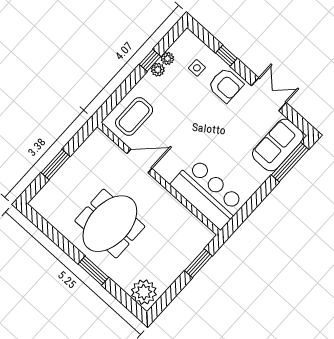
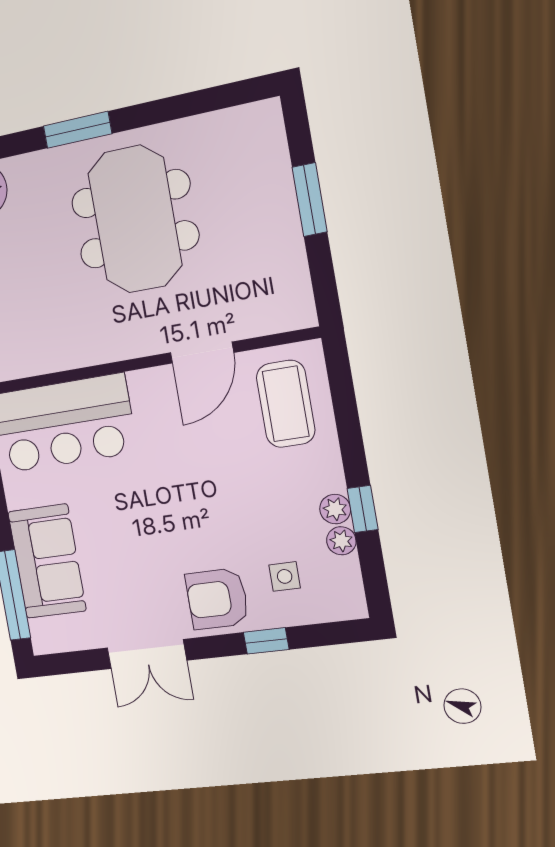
sofa: (278, 145) -> (47, 561), moved

